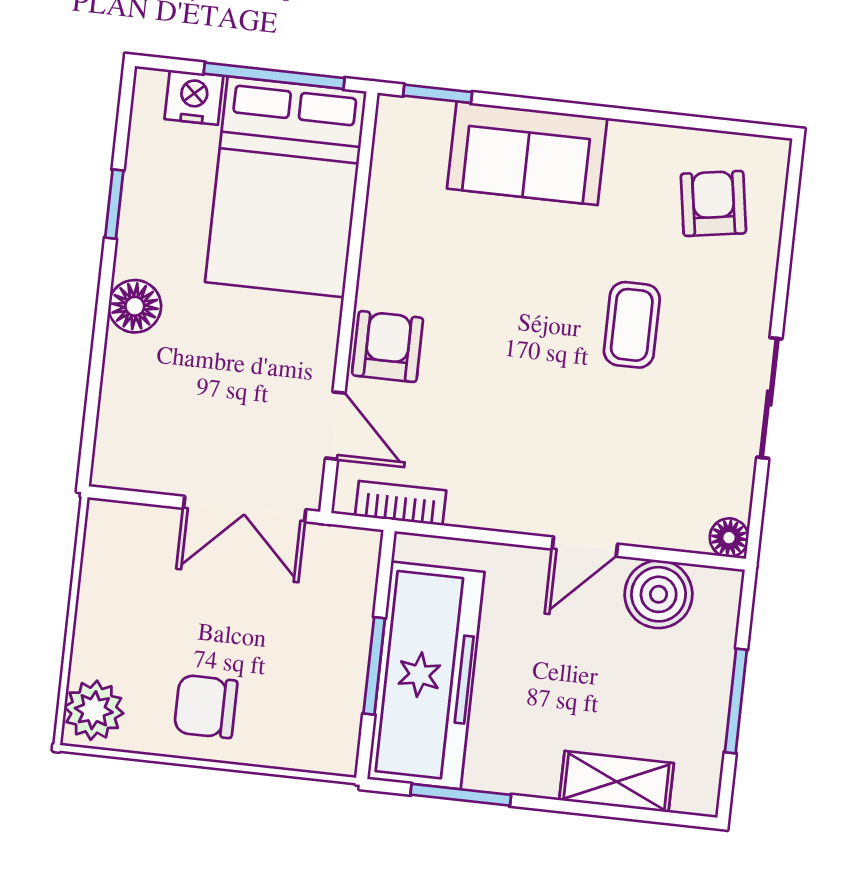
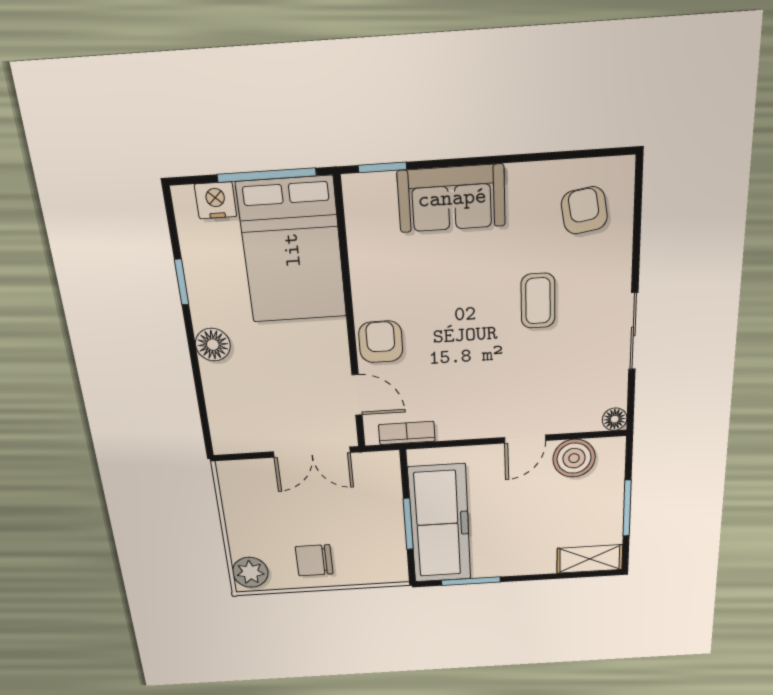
shelving: (616, 782) -> (590, 559), moved

